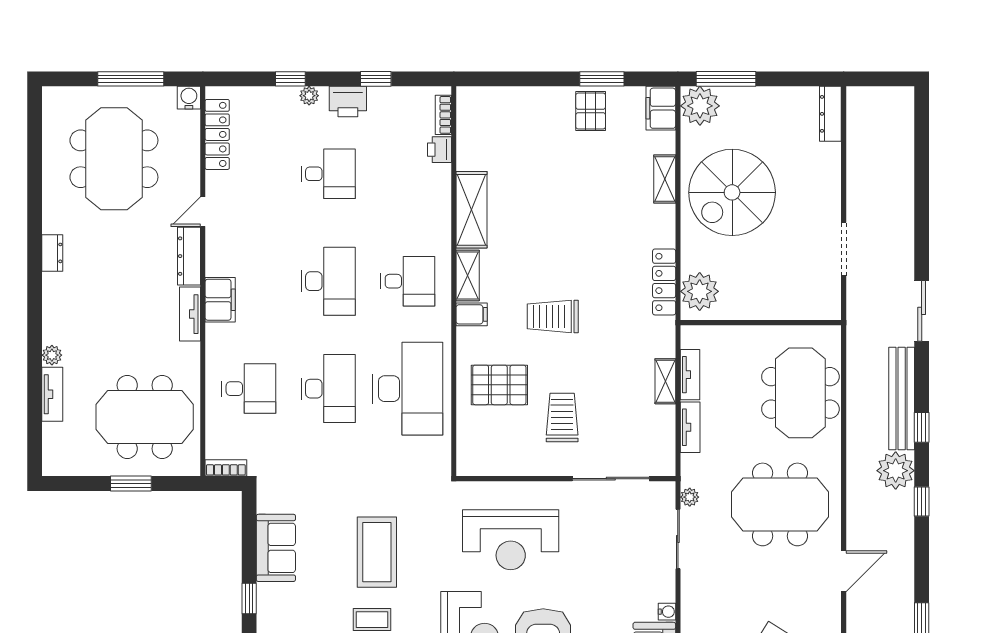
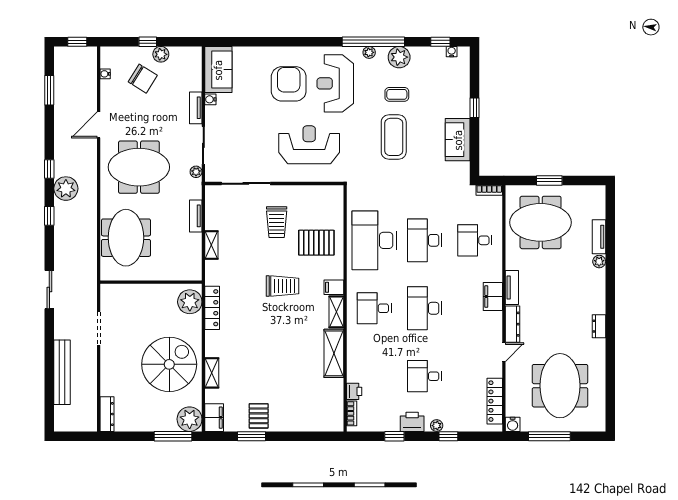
tv unit: (690, 375) -> (196, 108), moved
bench: (902, 398) -> (62, 372), moved

